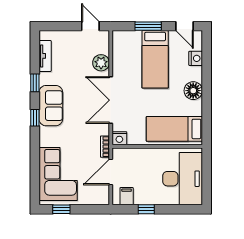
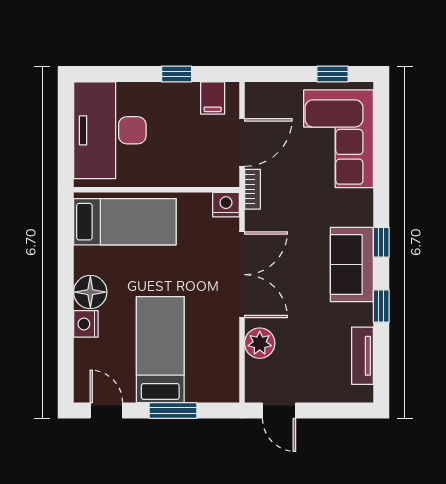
nightstand: (196, 58) -> (86, 324), moved

